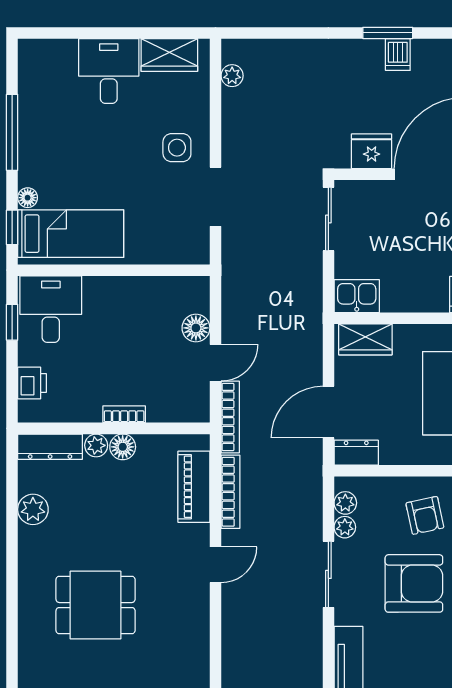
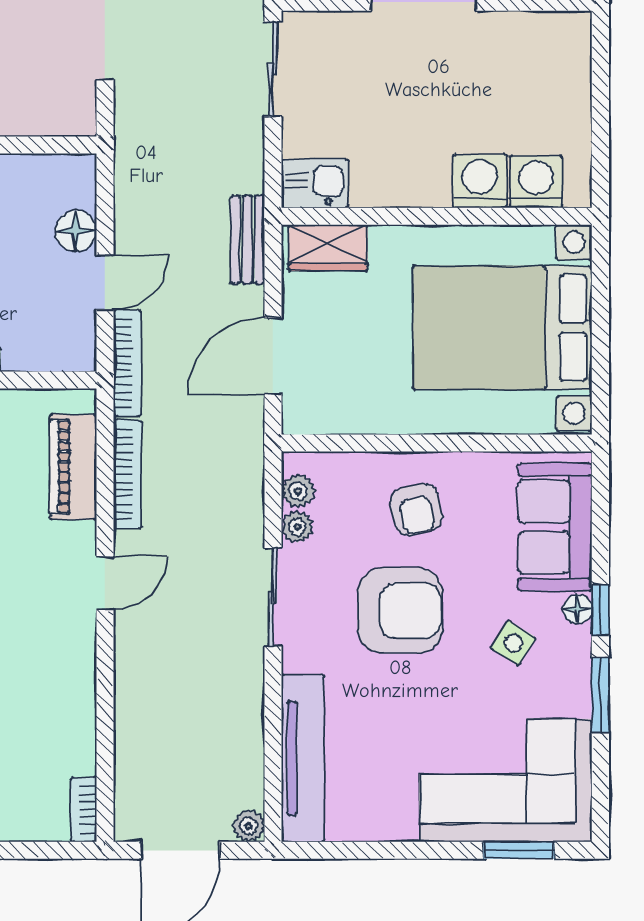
bench: (311, 334) -> (248, 240), added
dresser: (356, 453) -> (314, 416), removed

